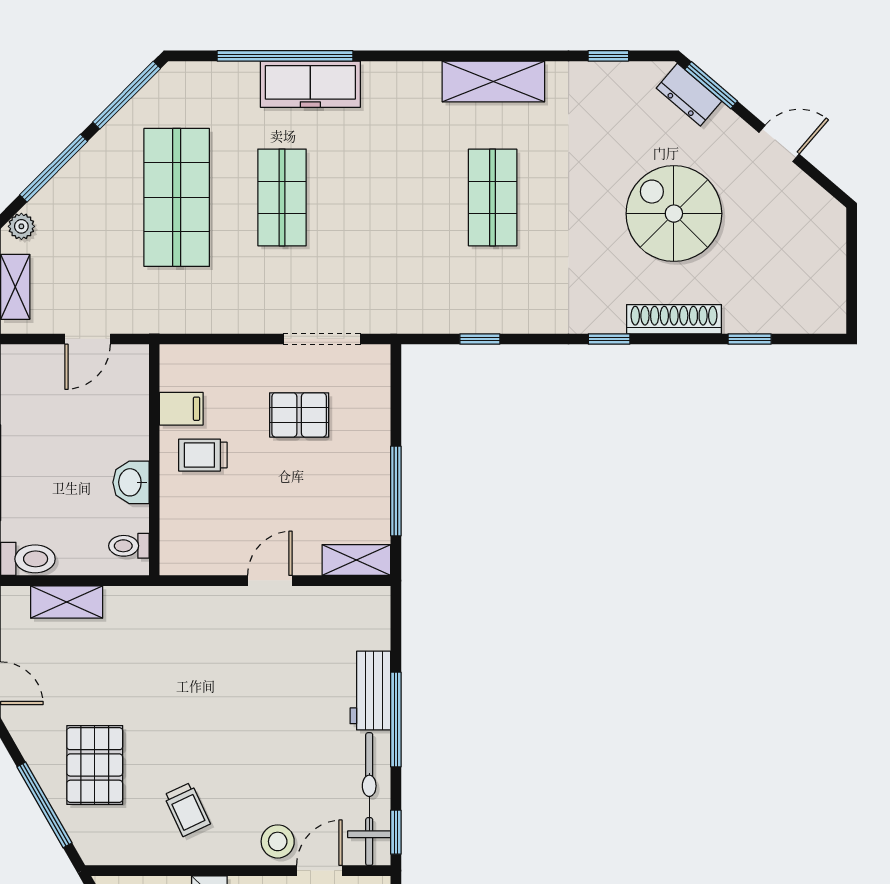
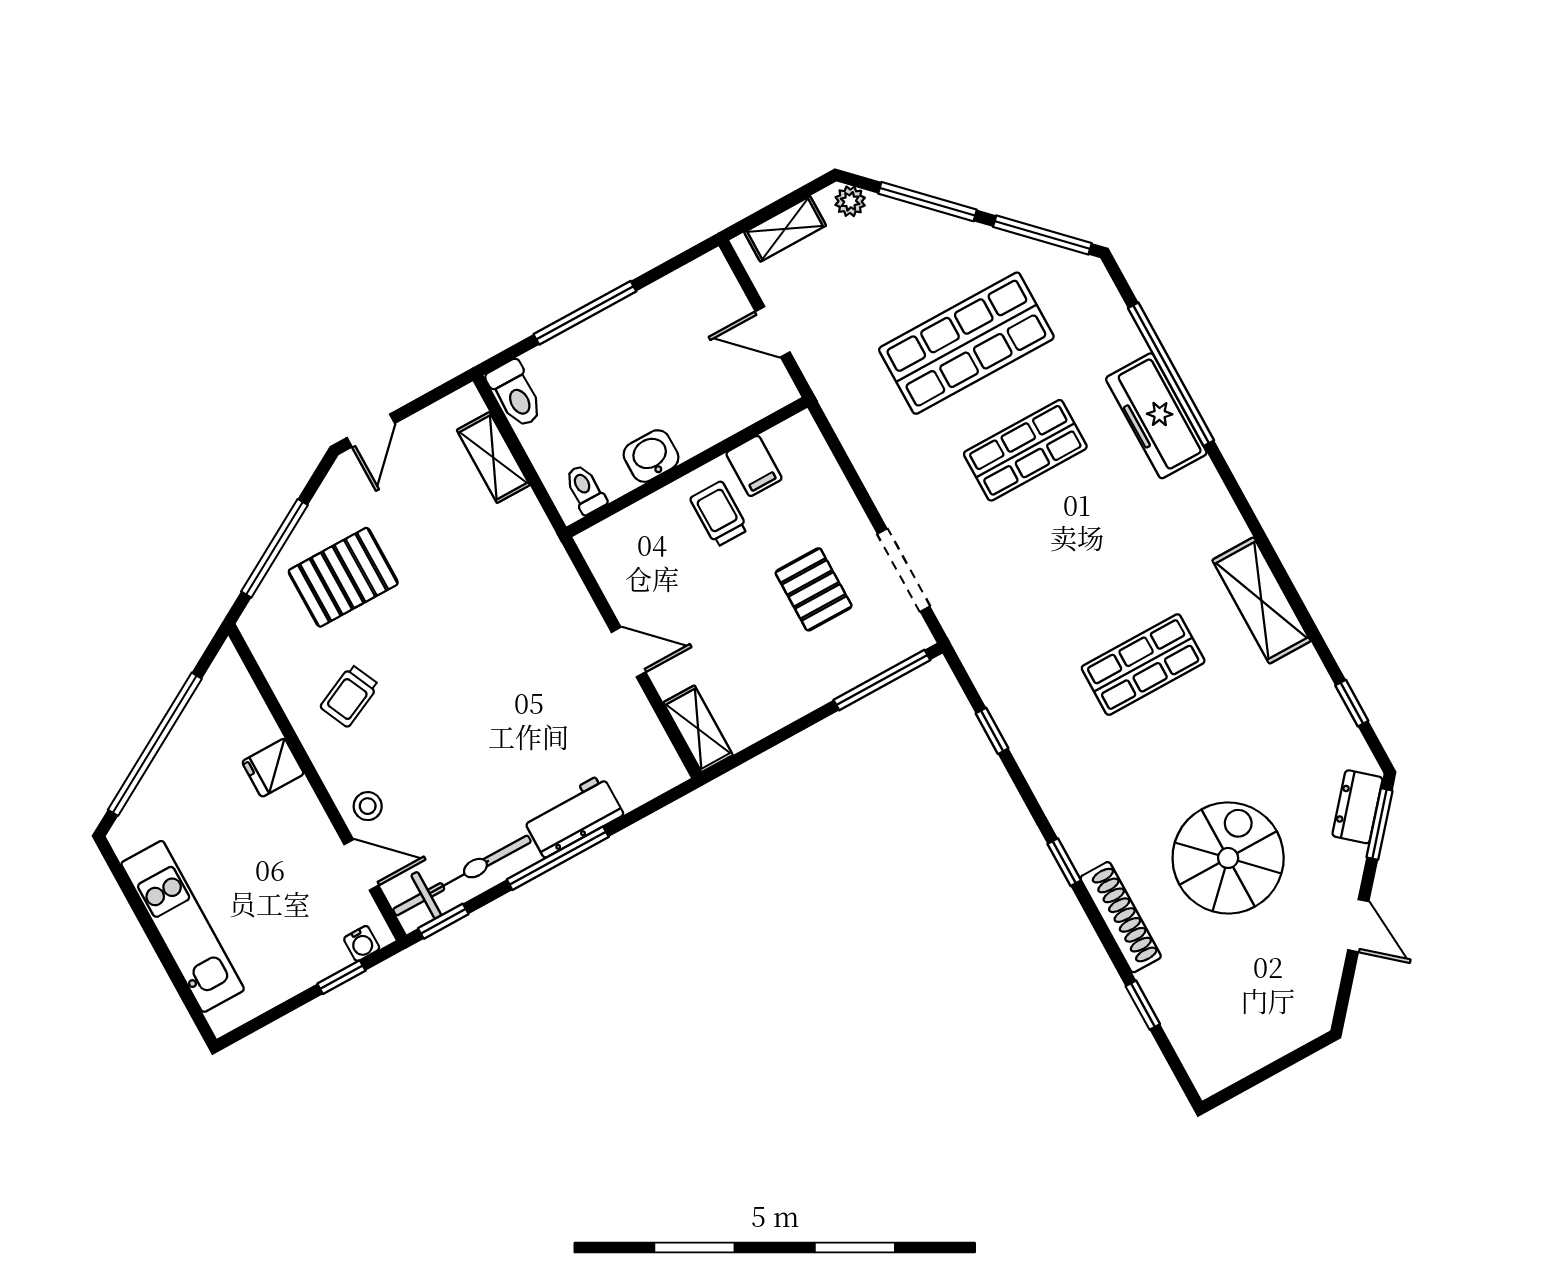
window: (396, 491) -> (882, 680), moved
stool: (278, 841) -> (368, 806), width x0.73, depth x0.73

